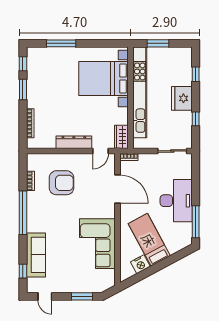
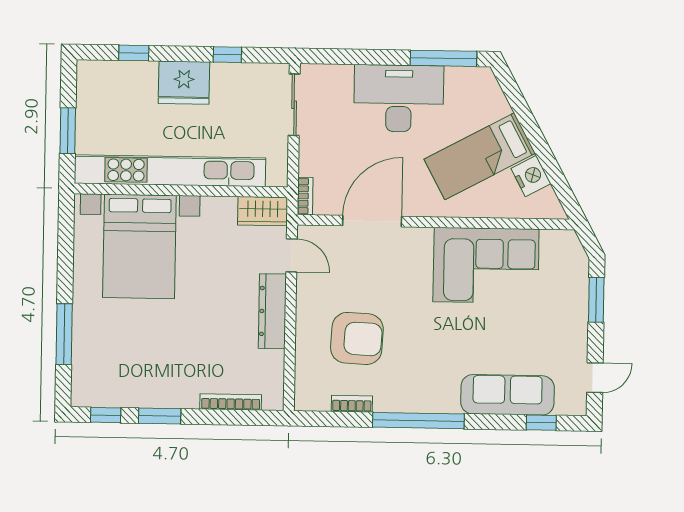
armchair: (61, 183) -> (357, 338), turned 93

